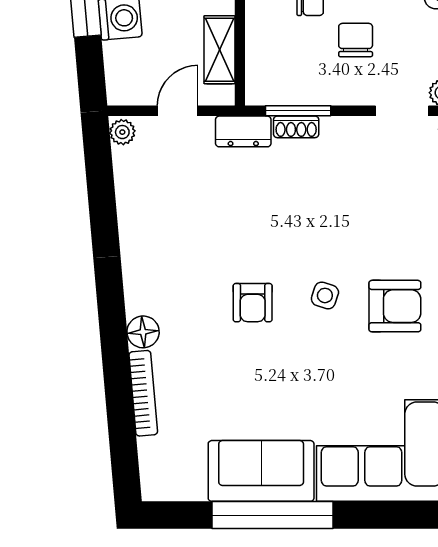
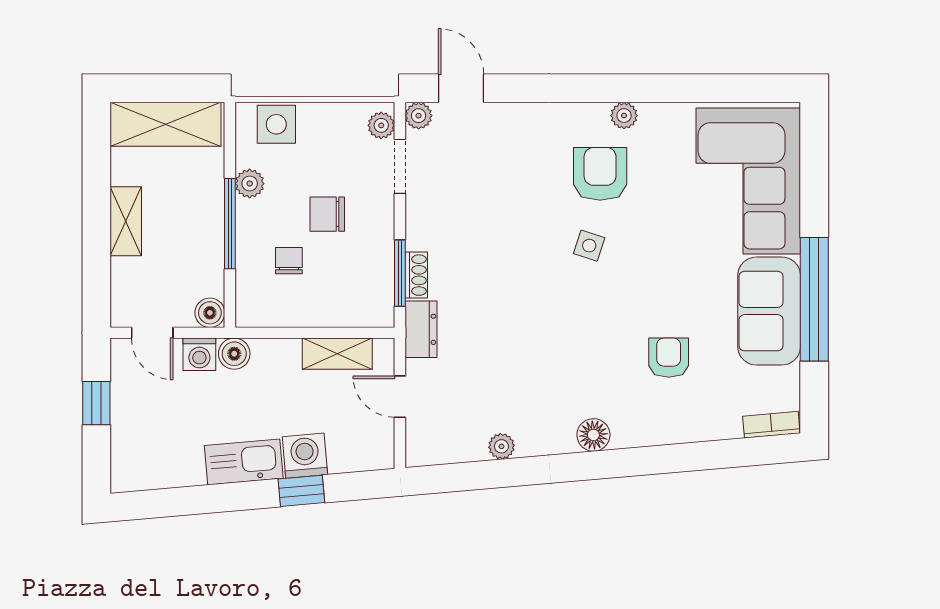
plant: (122, 132) -> (501, 446), moved
armchair: (253, 303) -> (669, 358), moved, turned -90
floor lamp: (143, 332) -> (593, 435), moved
bookcase: (143, 393) -> (771, 425), moved, width x0.64

